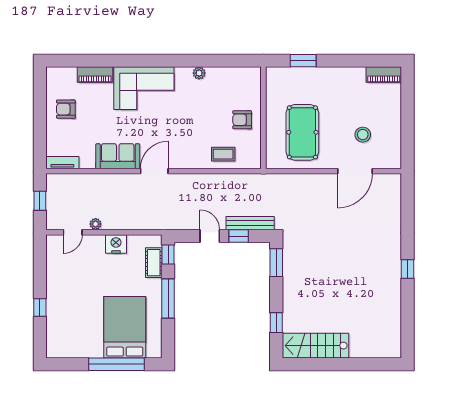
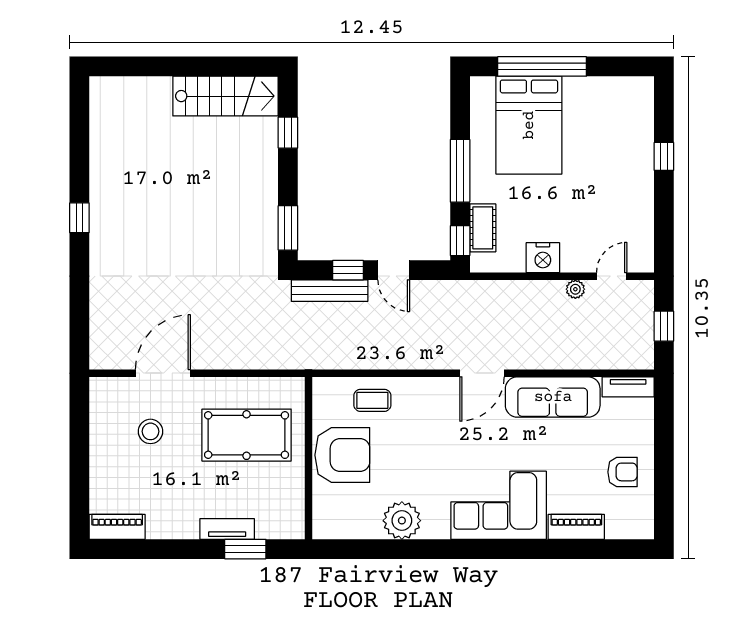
plant: (199, 73) -> (402, 521), width x1.88, depth x1.88
tv unit: (315, 73) -> (227, 529), added
armchair: (242, 120) -> (342, 455), width x1.88, depth x1.88
pool table: (302, 132) -> (247, 435), turned 90
sofa: (118, 156) -> (553, 397), width x1.36

